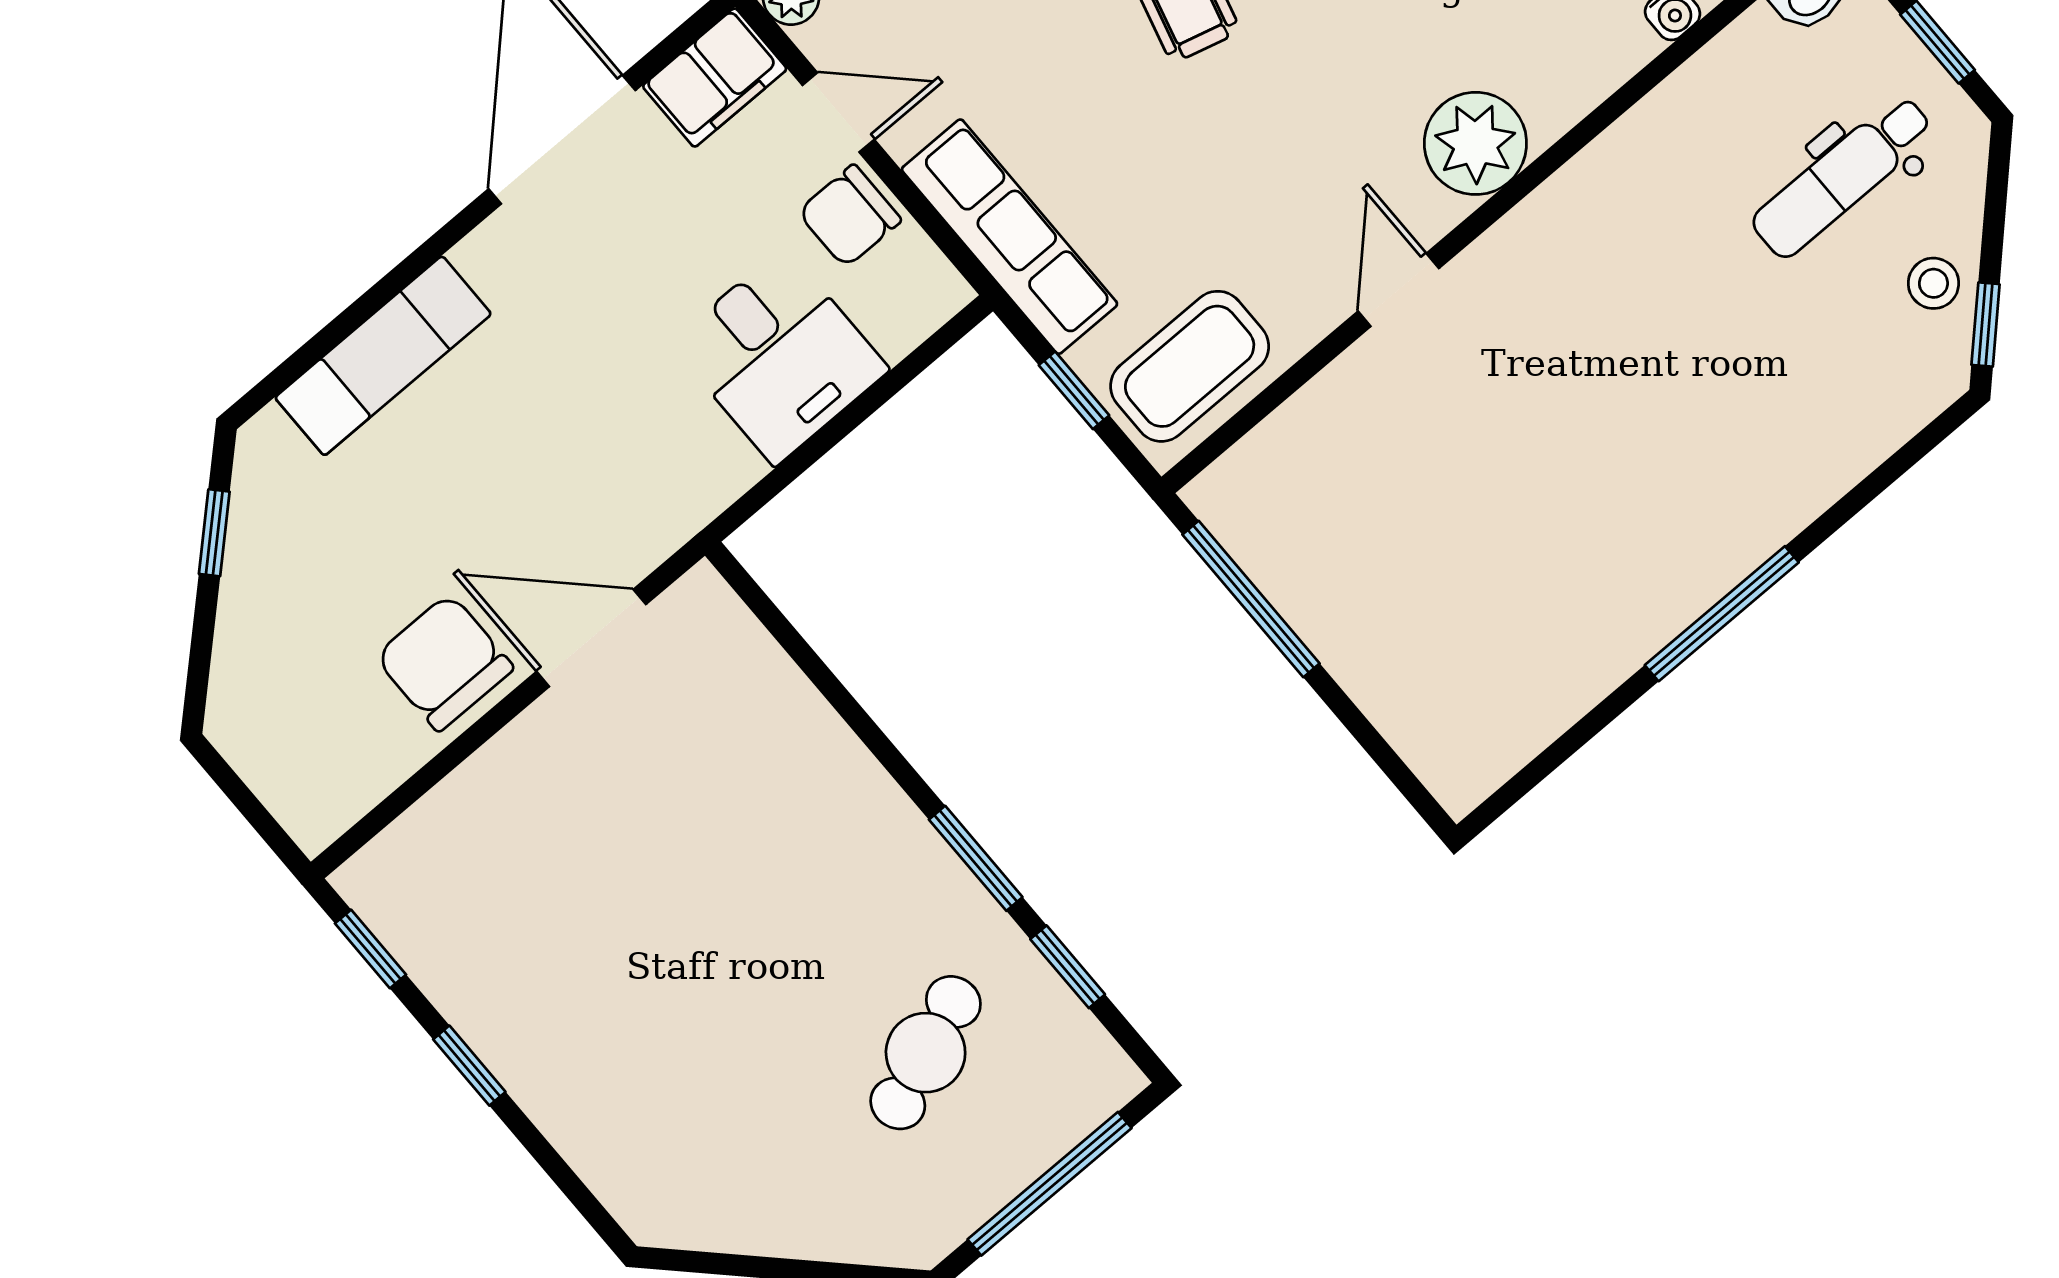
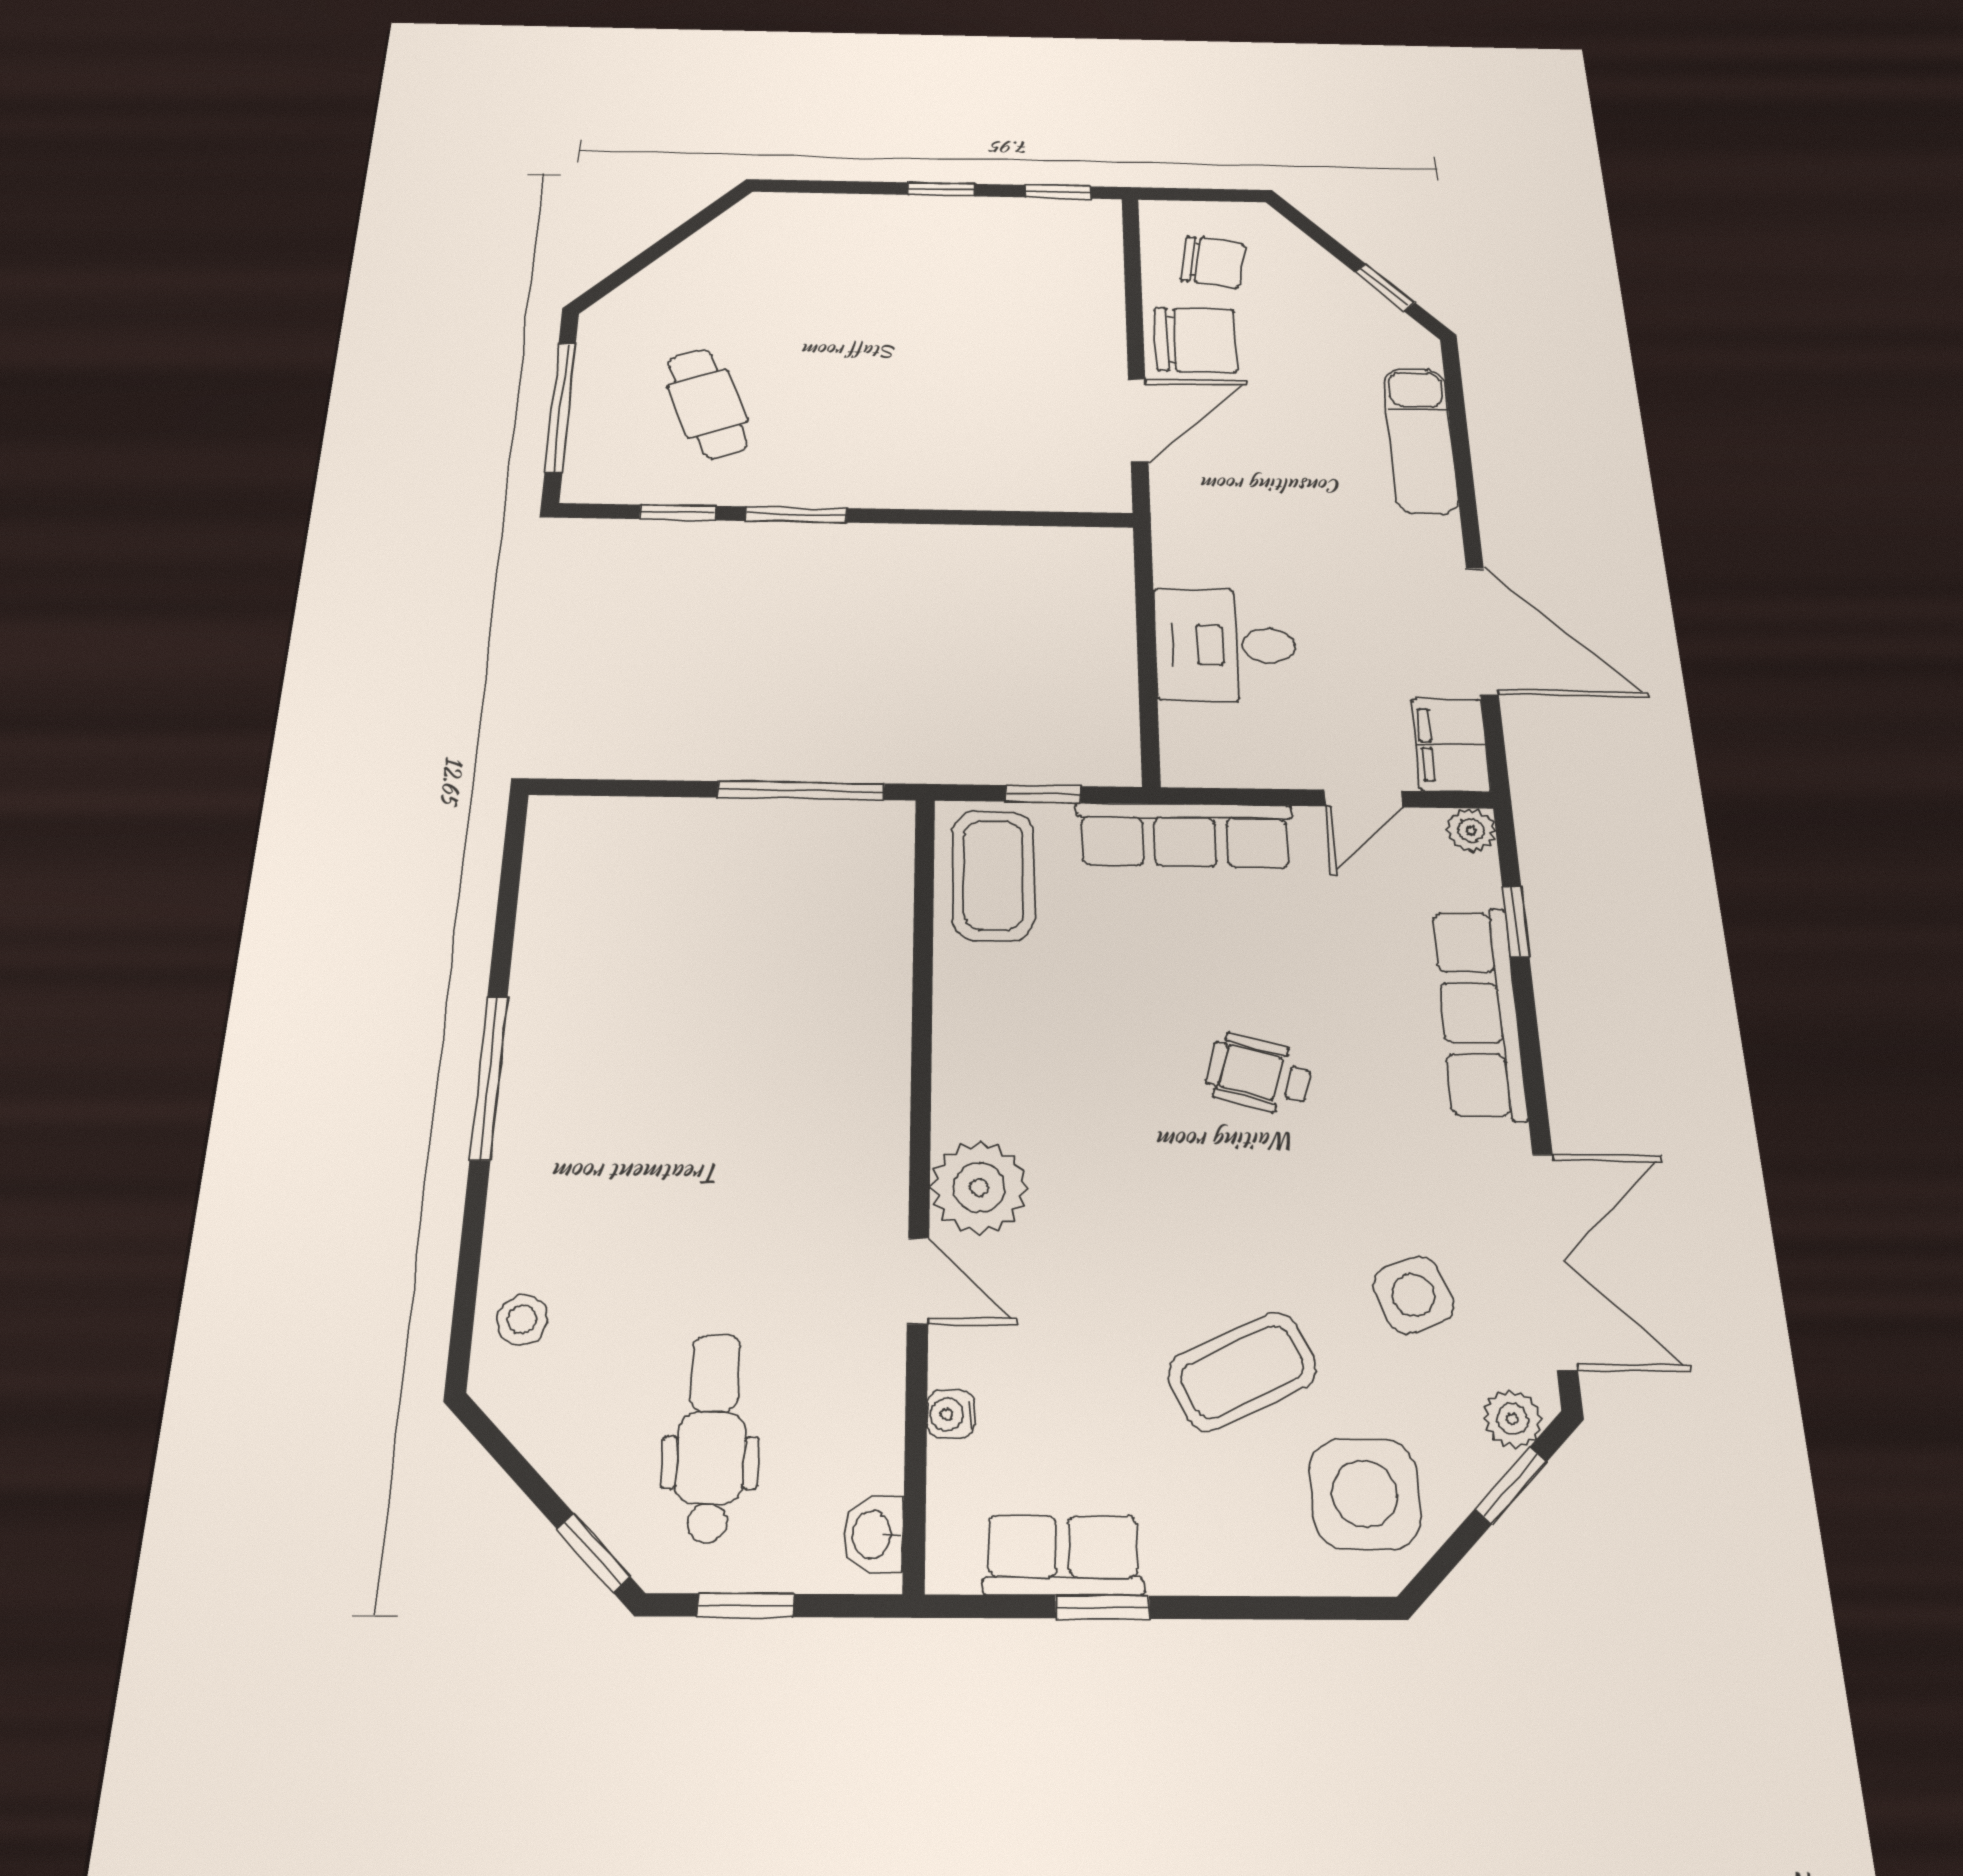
chair: (849, 216) -> (1213, 262), moved, turned 99
stool: (1933, 283) -> (522, 1320), moved
door: (1398, 290) -> (918, 1281), moved
window: (1986, 325) -> (593, 1553), moved

